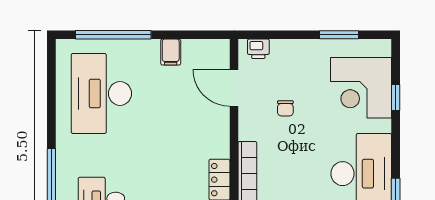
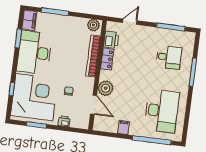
printer: (258, 49) -> (64, 121), moved
corner desk: (361, 88) -> (34, 97), width x1.36, depth x1.36
plant: (215, 123) -> (106, 88), added

